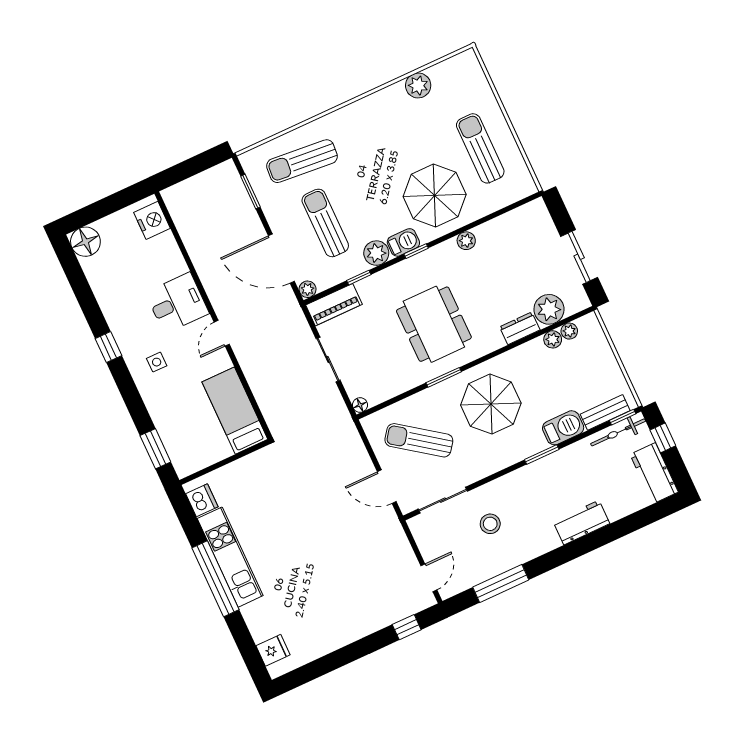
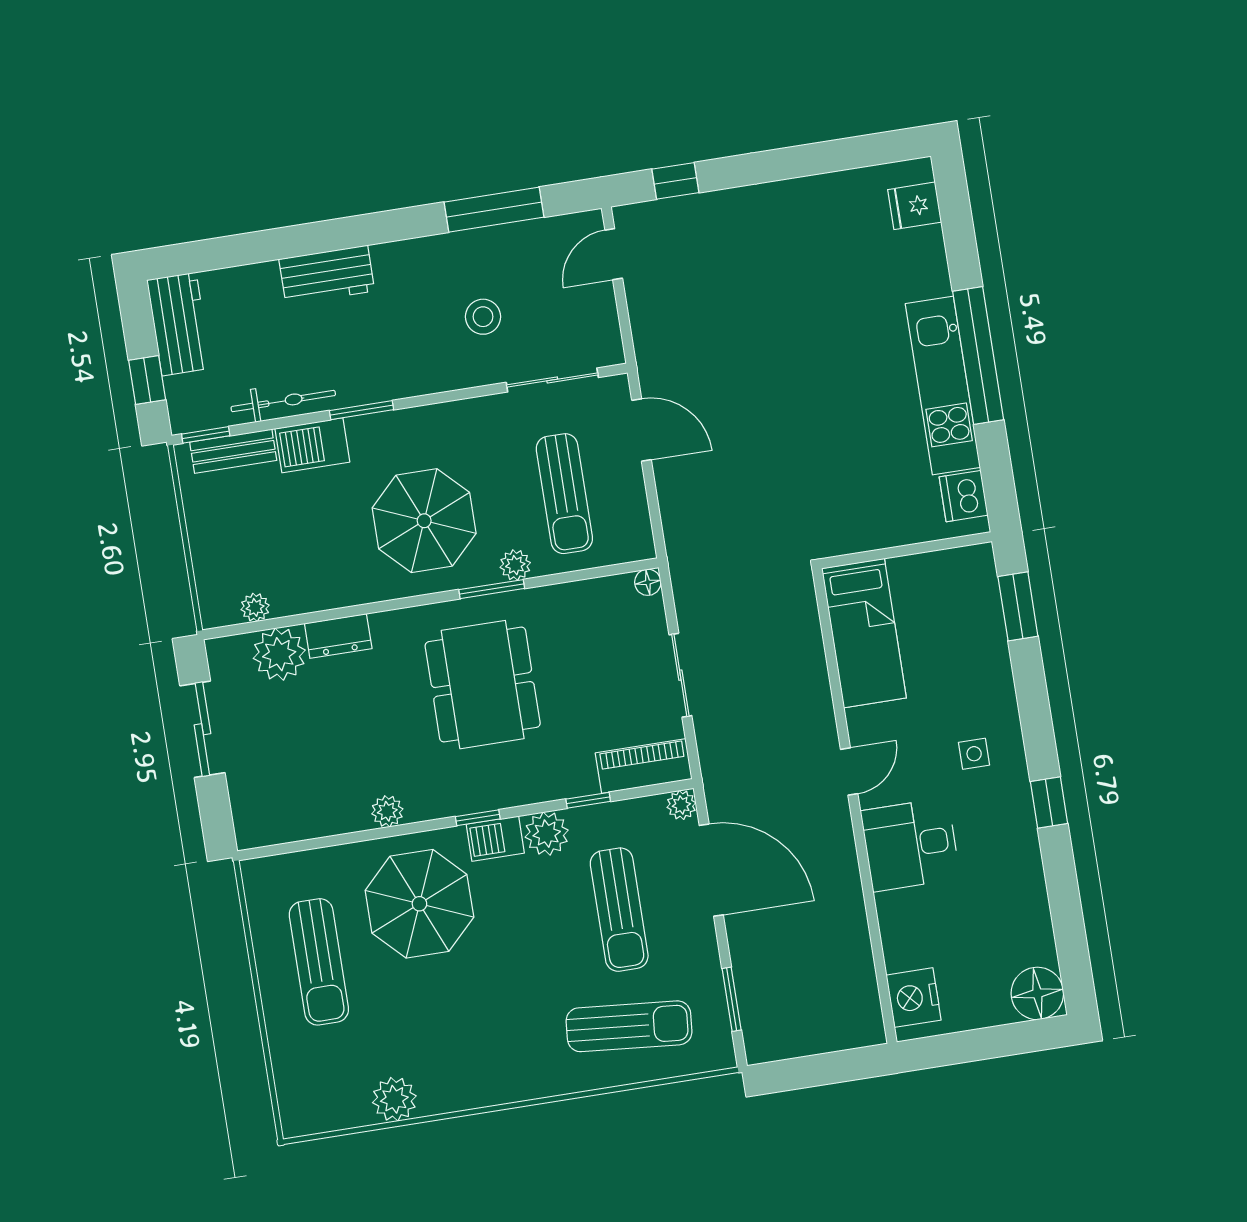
plant: (553, 339) -> (515, 565), moved
bicycle: (618, 432) -> (283, 401), moved
sun lounger: (419, 440) -> (564, 494), turned 54

